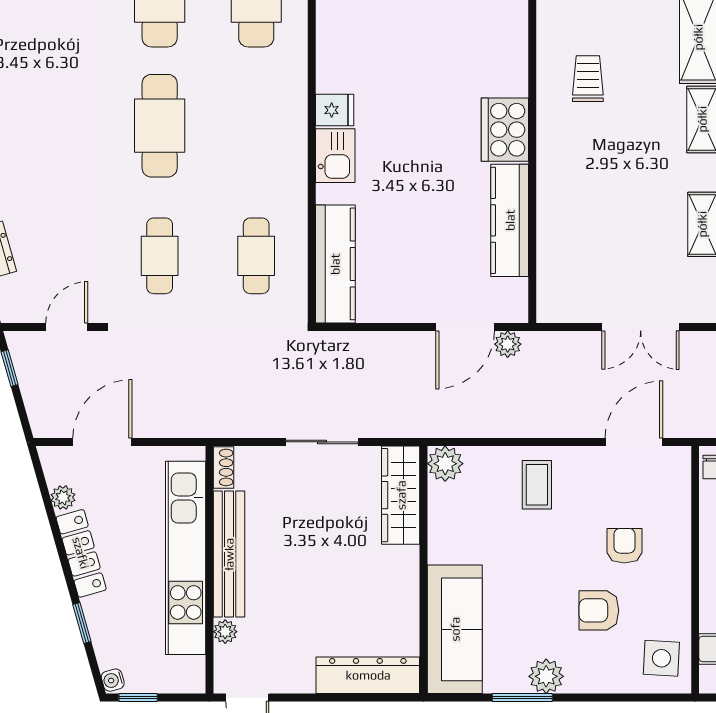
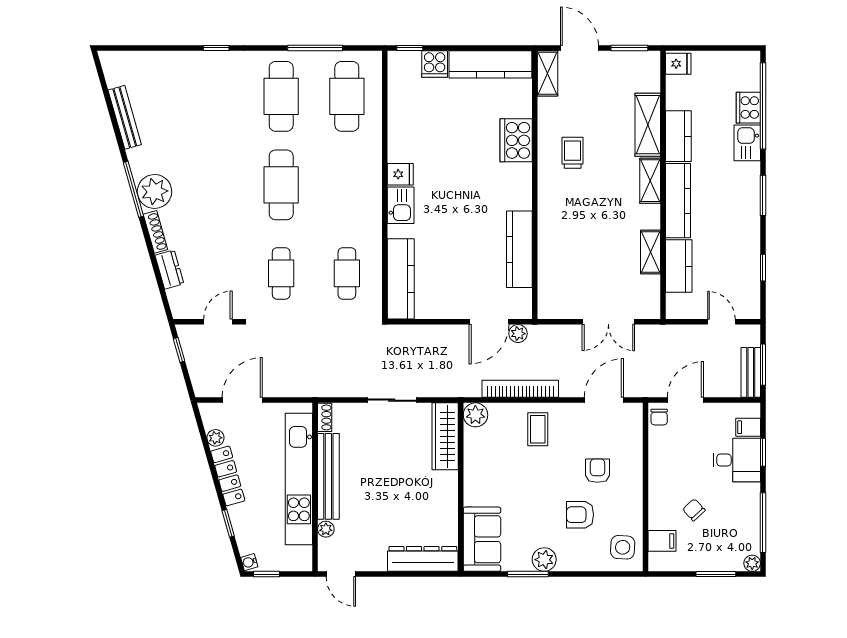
cooker: (505, 130) -> (516, 140), moved
bookcase: (511, 425) -> (520, 389), added
sofa: (455, 629) -> (482, 539), width x0.73

